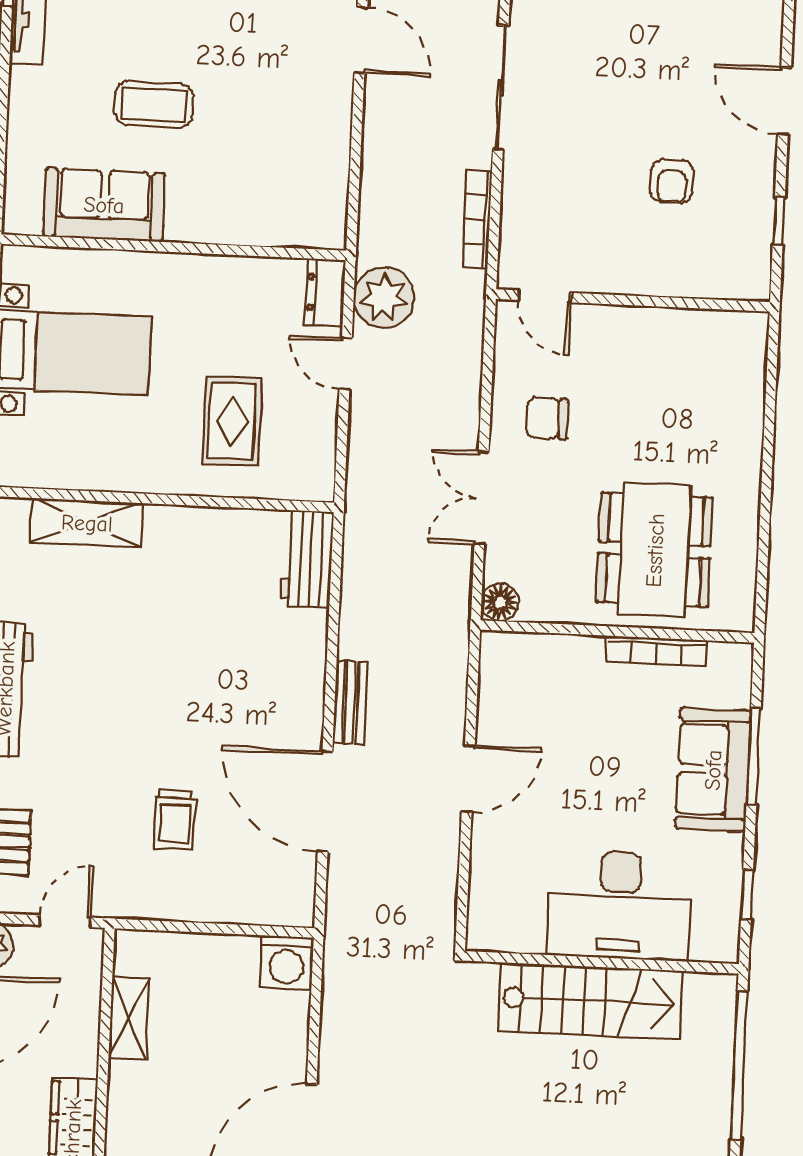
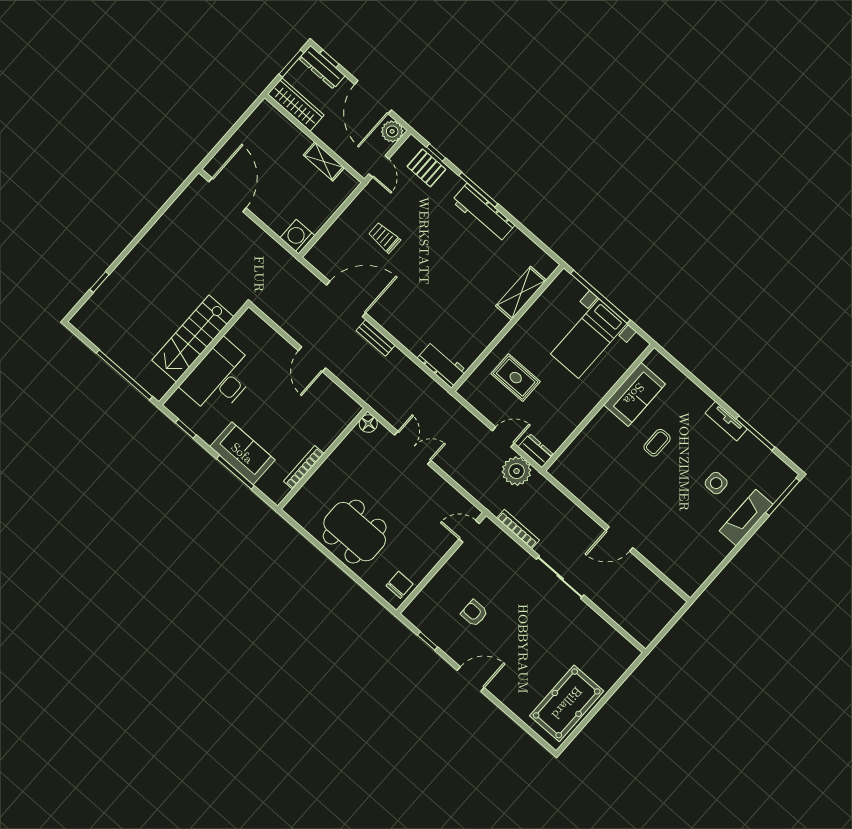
coffee table: (154, 104) -> (657, 443), width x0.73, depth x0.77
chair: (547, 418) -> (400, 585), moved
dining table: (655, 550) -> (355, 532), moved

